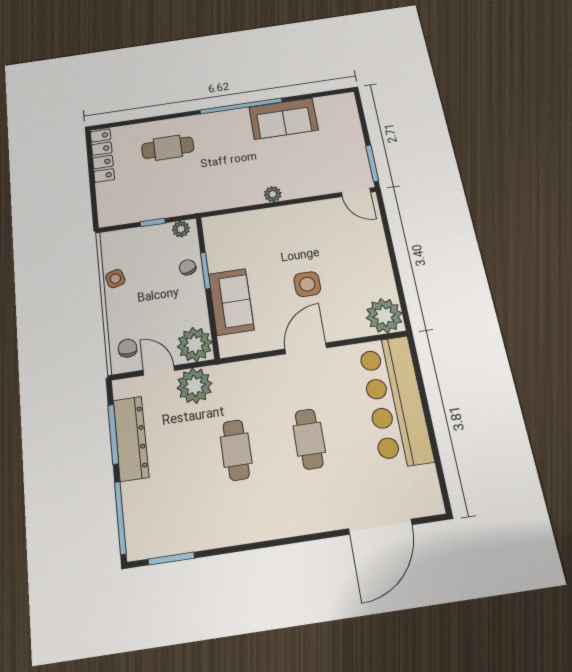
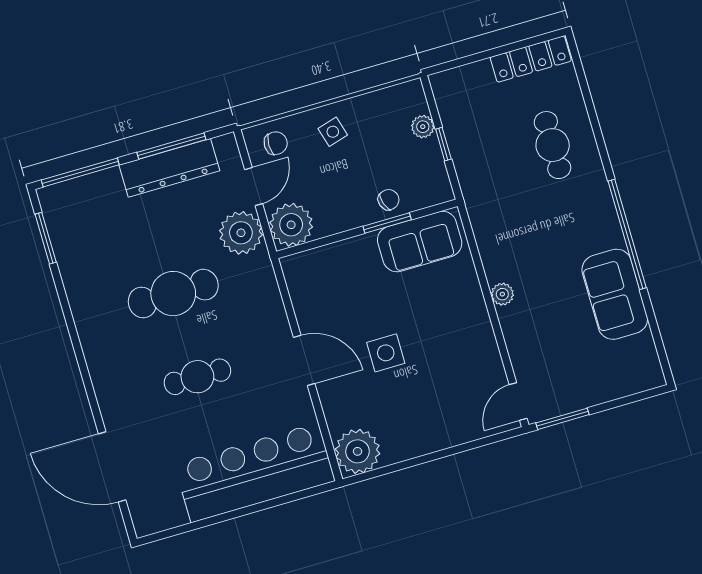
plant: (181, 229) -> (423, 127), moved
side table: (115, 279) -> (333, 132), moved
sofa: (231, 302) -> (420, 241), moved
cafe table: (236, 450) -> (173, 294), width x1.37, depth x1.35

